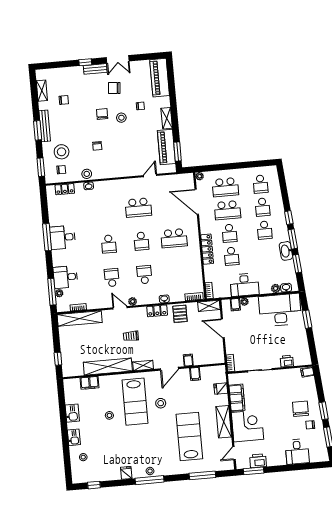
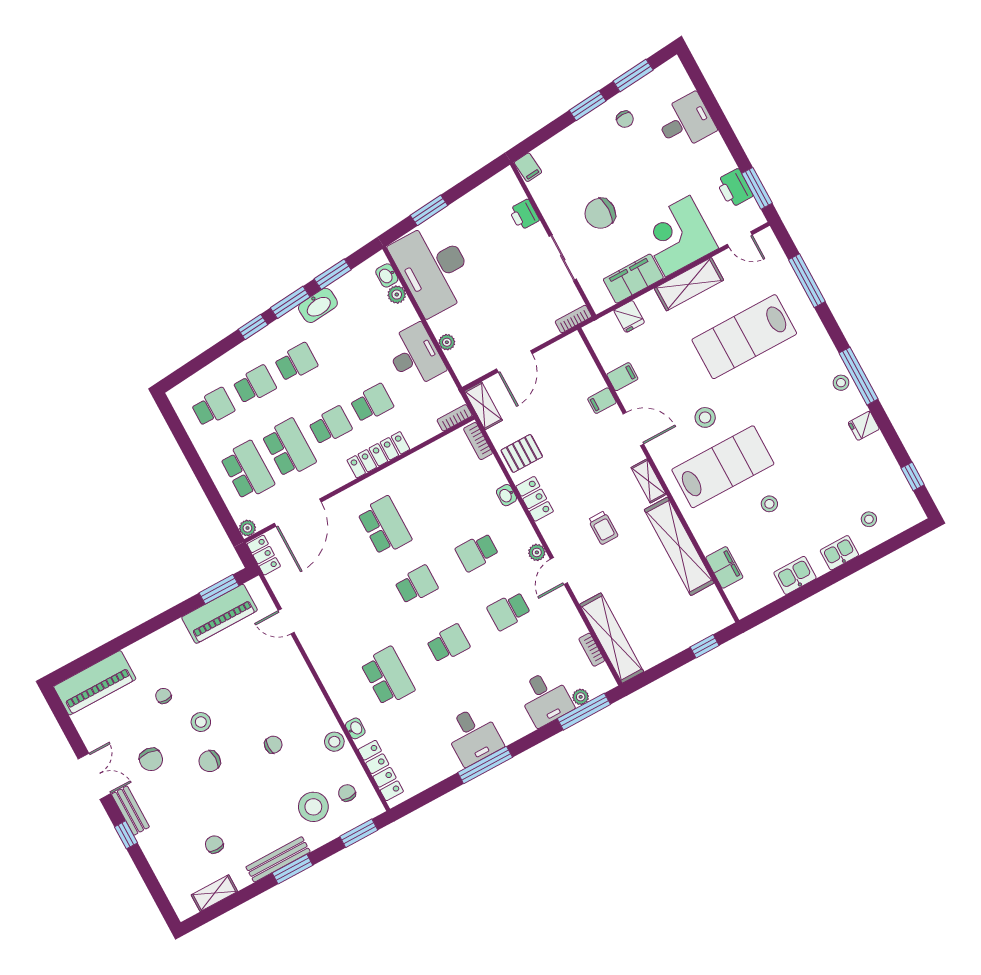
shelving: (167, 118) -> (165, 637), removed
locker: (184, 178) -> (264, 555), added
locker: (65, 189) -> (381, 770), width x1.53
school desk: (138, 208) -> (388, 676), moved
filing cabinet: (235, 305) -> (460, 357), removed
chair: (300, 409) -> (600, 213), moved

